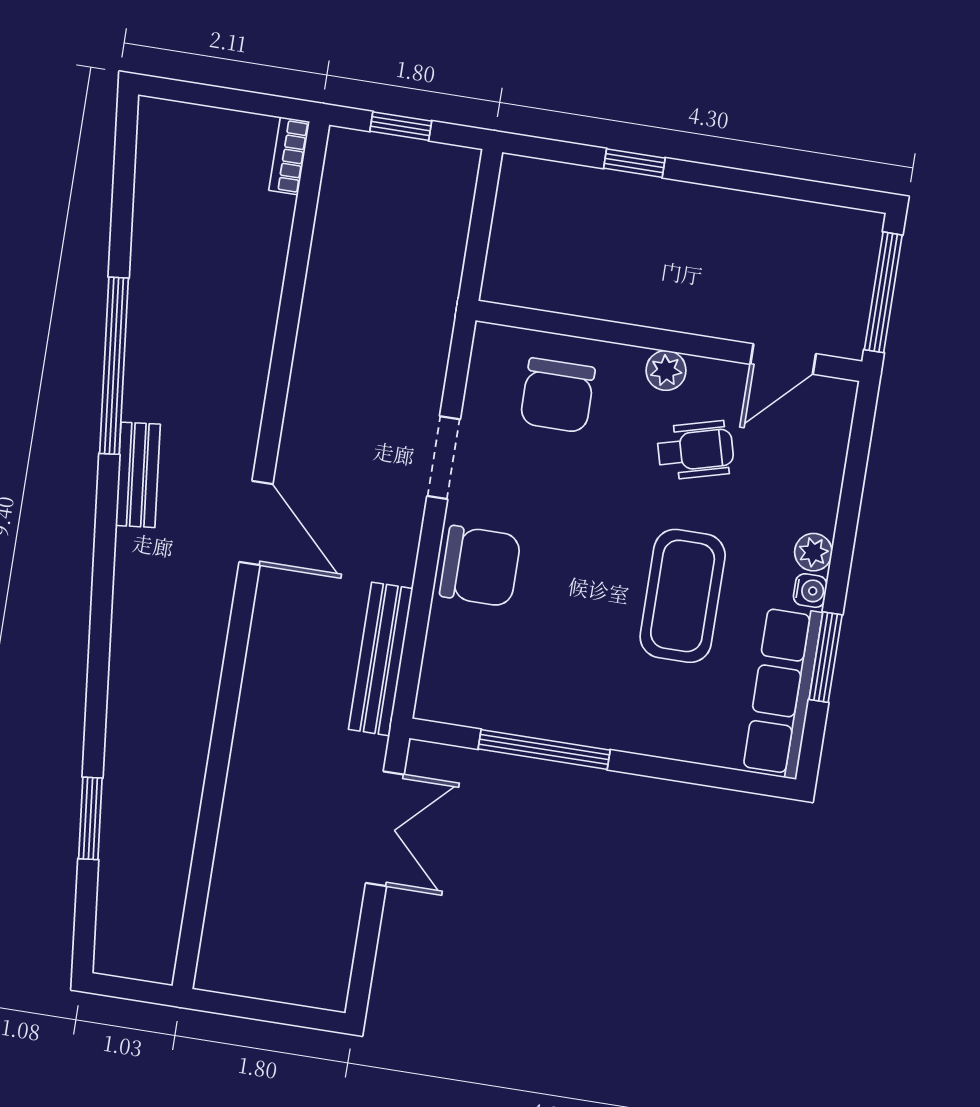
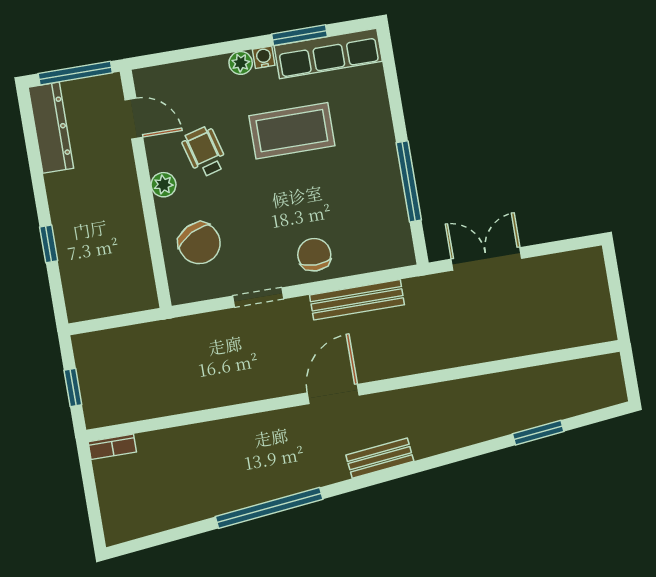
dresser: (812, 227) -> (51, 128), added
chair: (557, 395) -> (199, 243), turned 62
bench: (138, 475) -> (380, 458), moved
chair: (480, 566) -> (314, 255), width x0.73, depth x0.73
bench: (381, 659) -> (357, 300), moved

